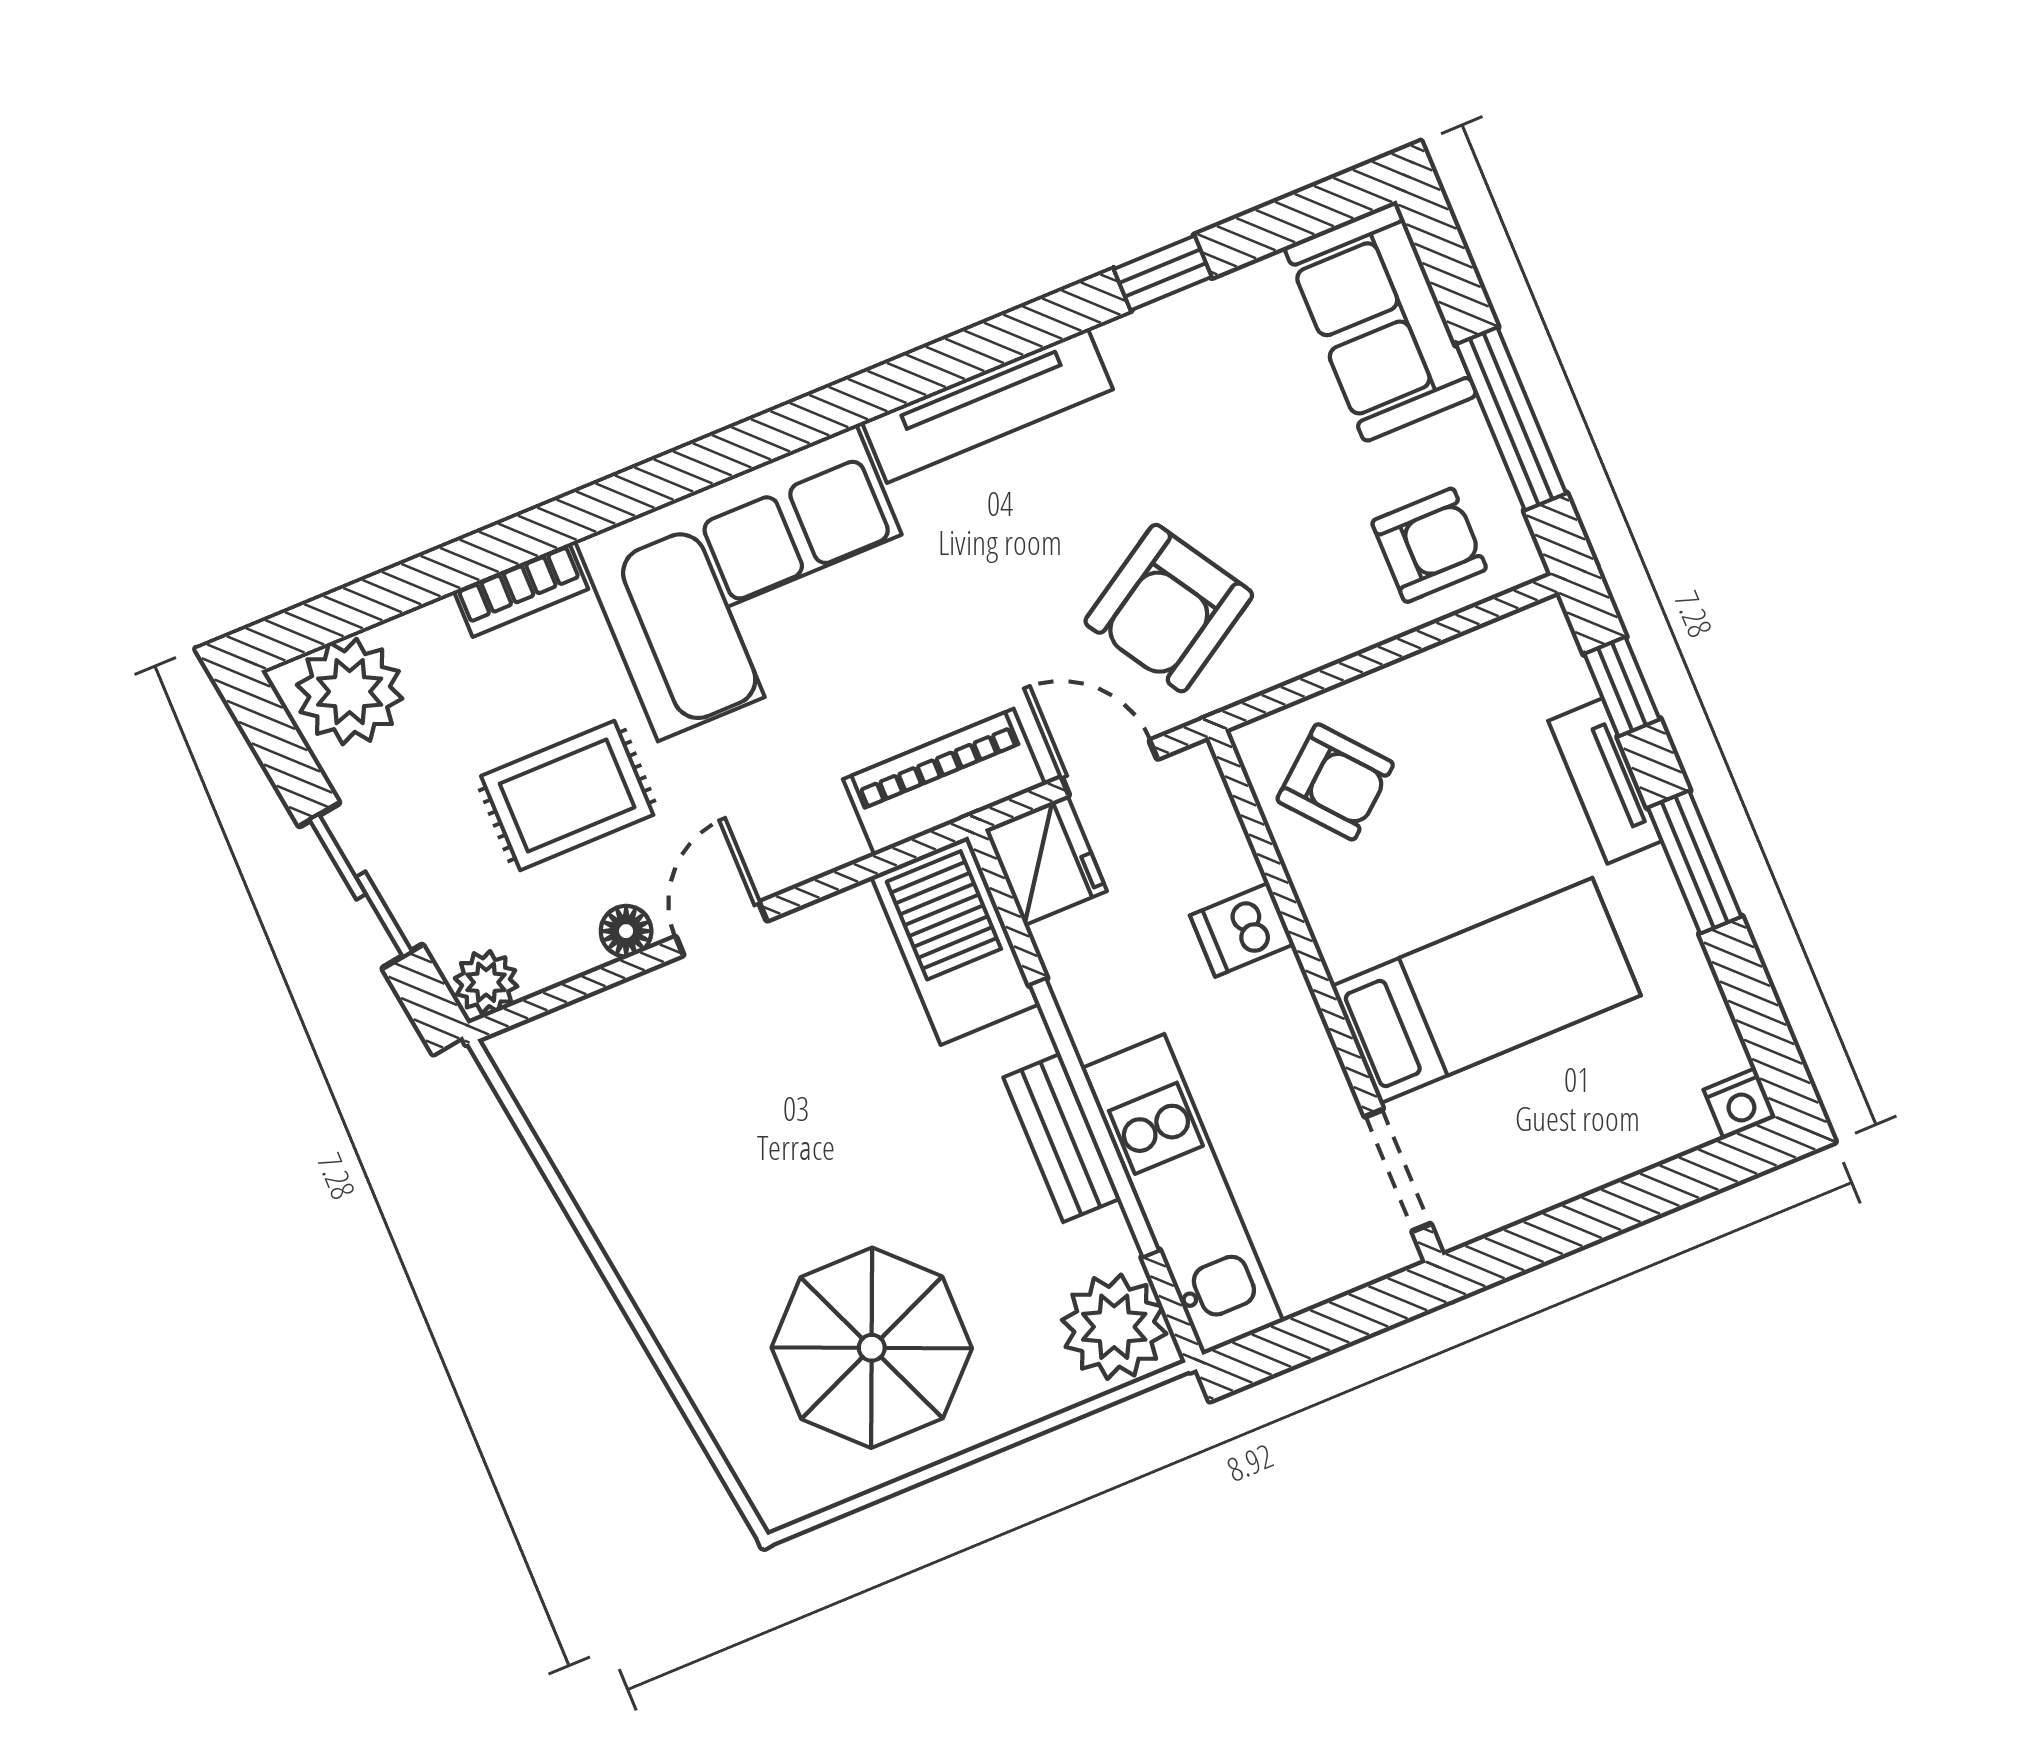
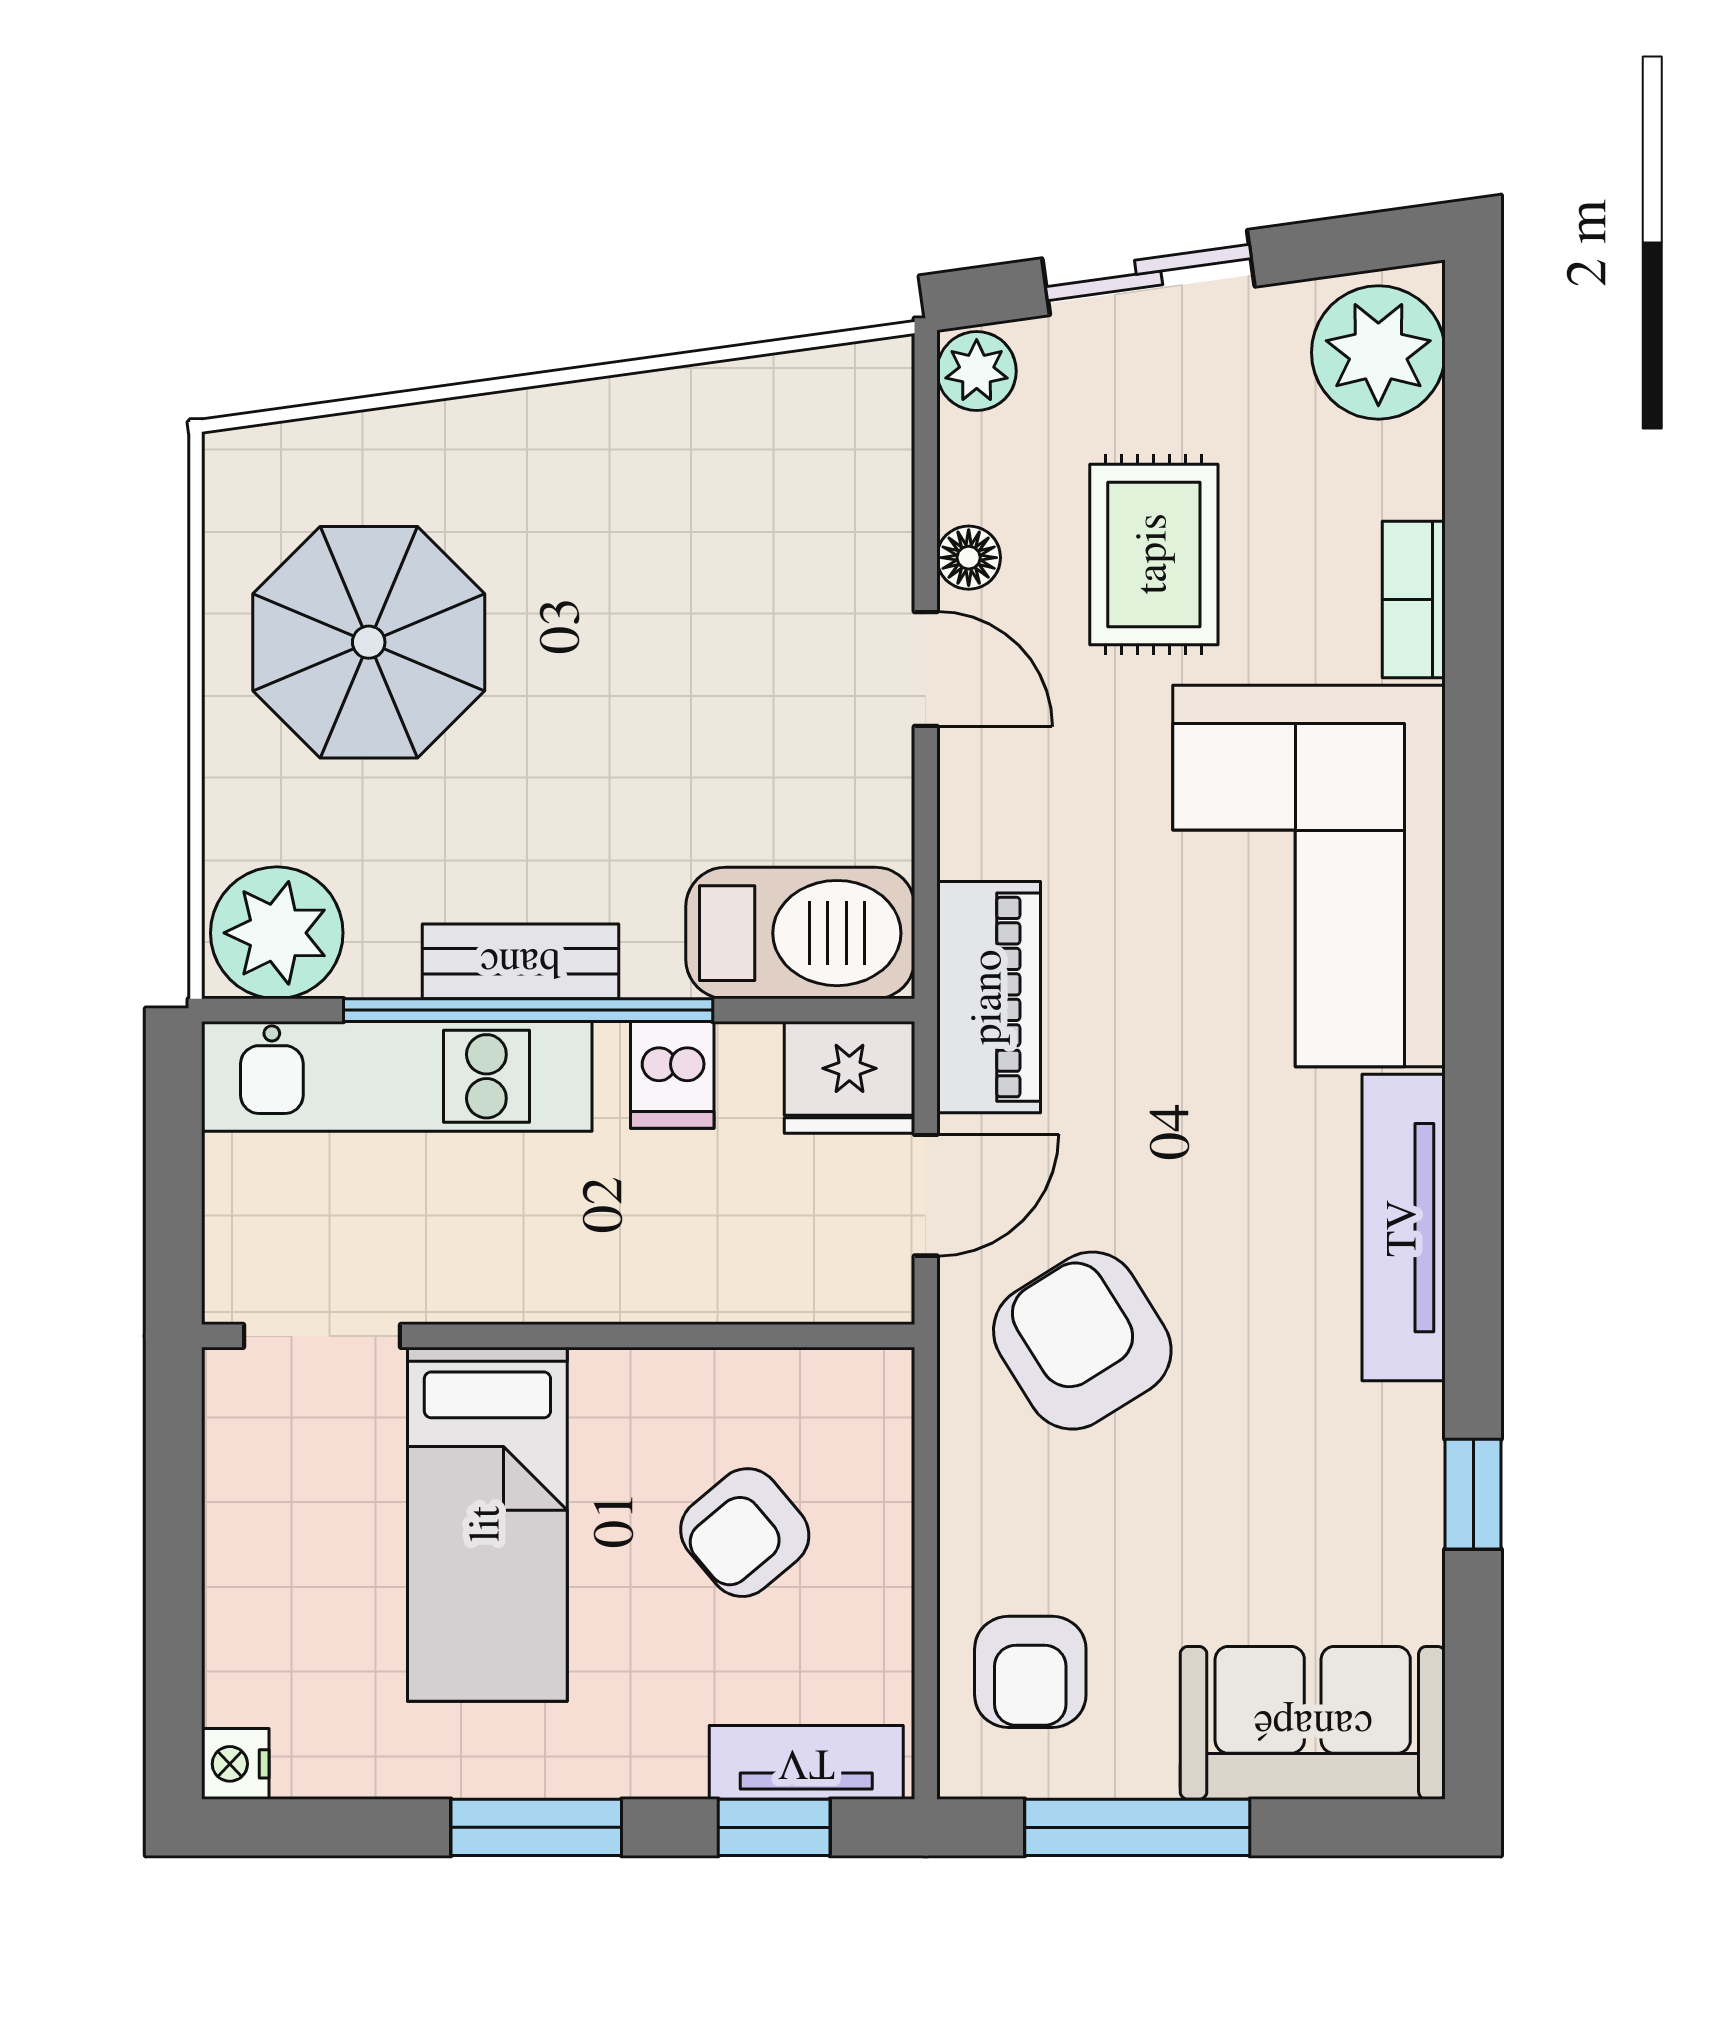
tv unit: (1605, 781) -> (806, 1762), moved
armchair: (1335, 782) -> (745, 1533), moved
dishwasher: (1242, 930) -> (672, 1075), moved, turned 180

